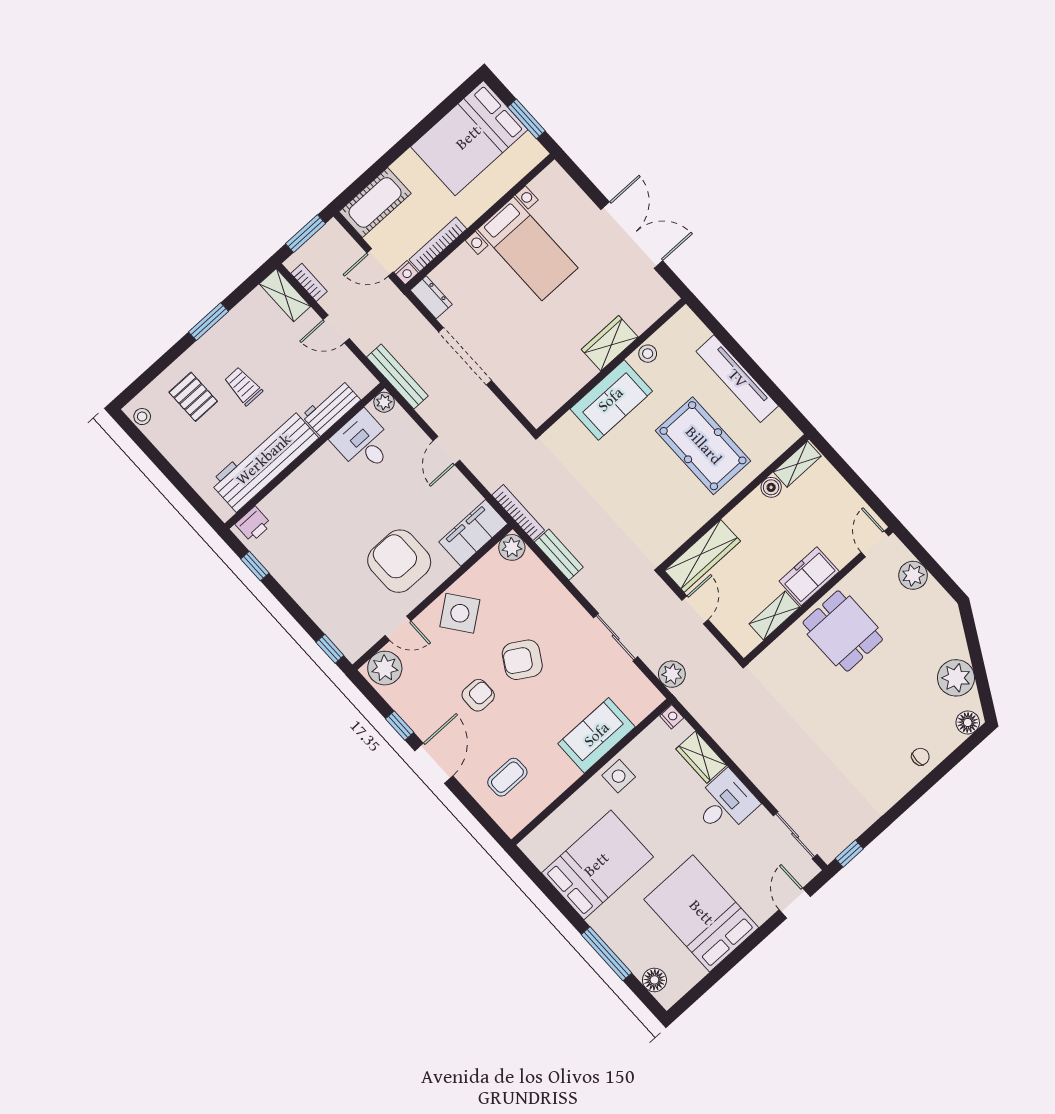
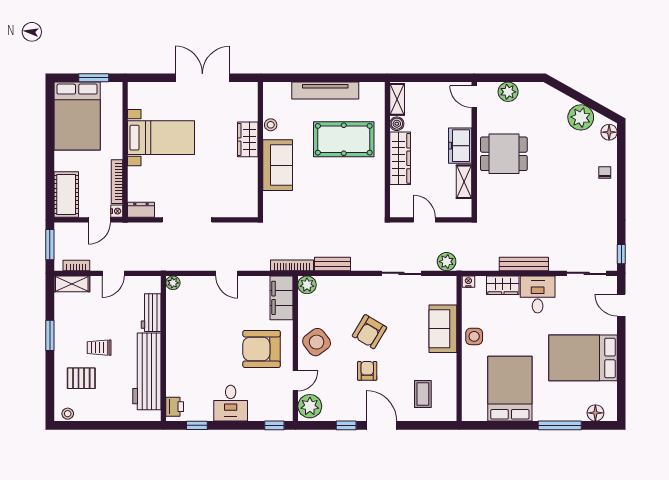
bench: (397, 376) -> (524, 264), moved
desk: (363, 442) -> (231, 403), moved, turned -90
wardrobe: (702, 556) -> (400, 158), moved

